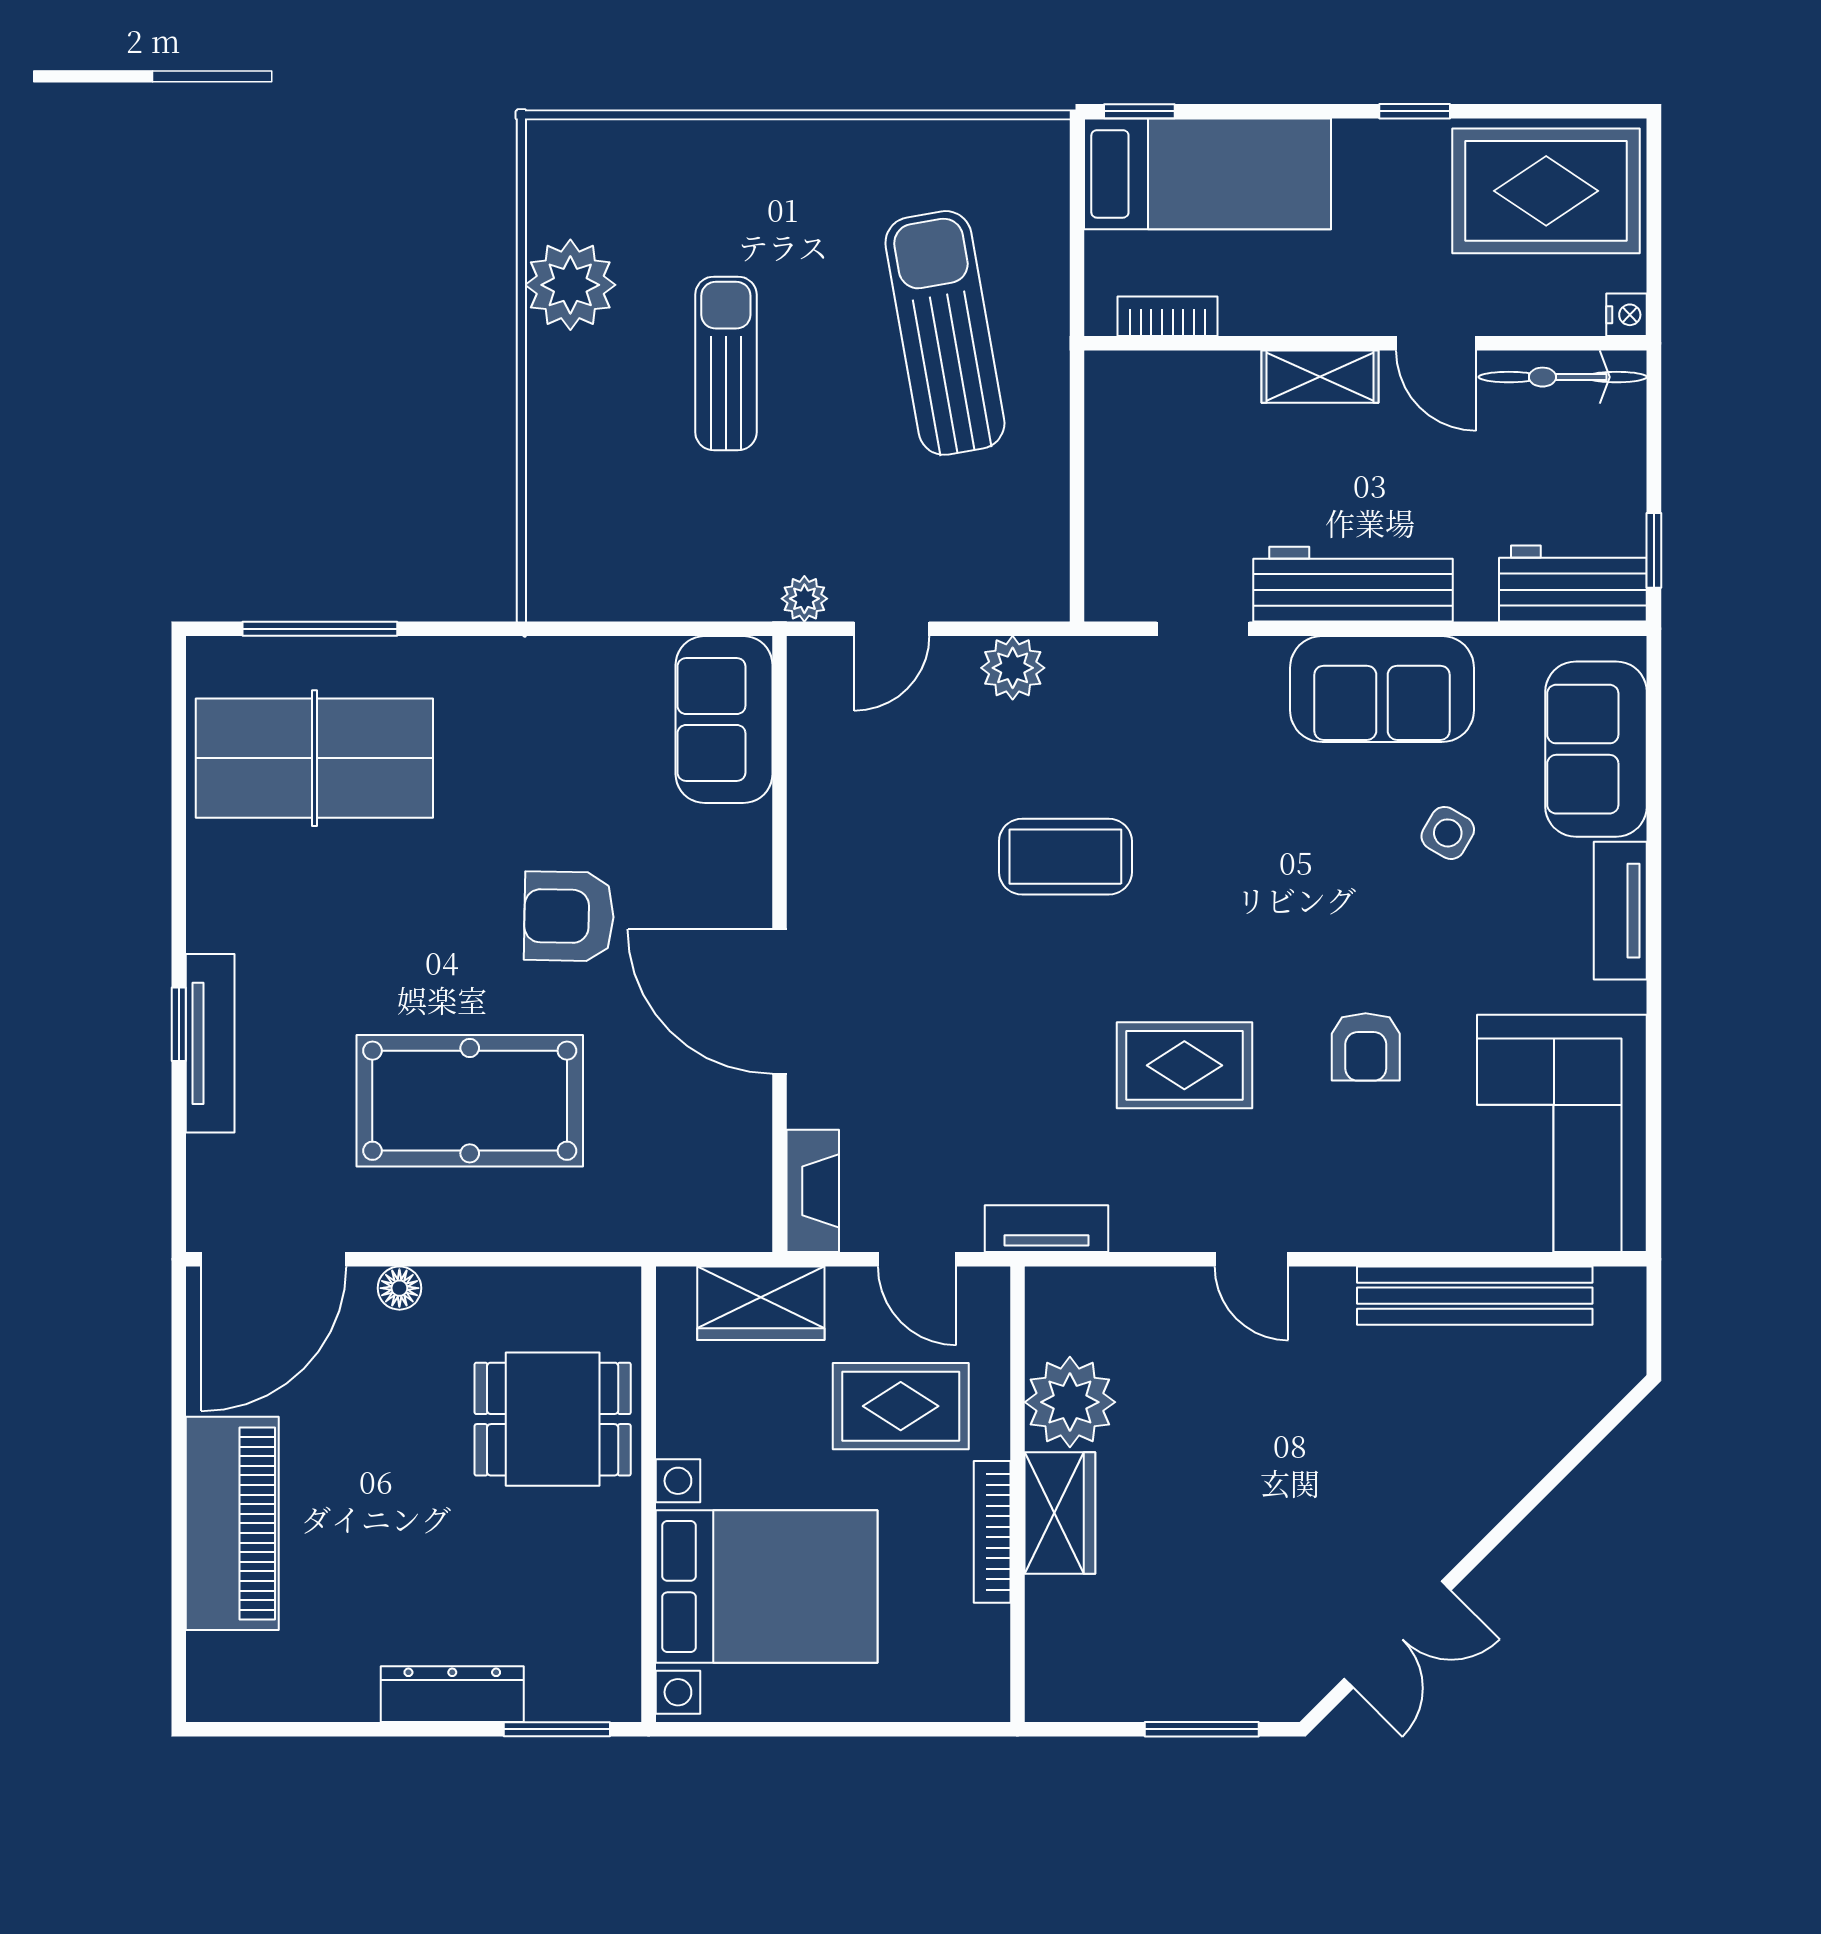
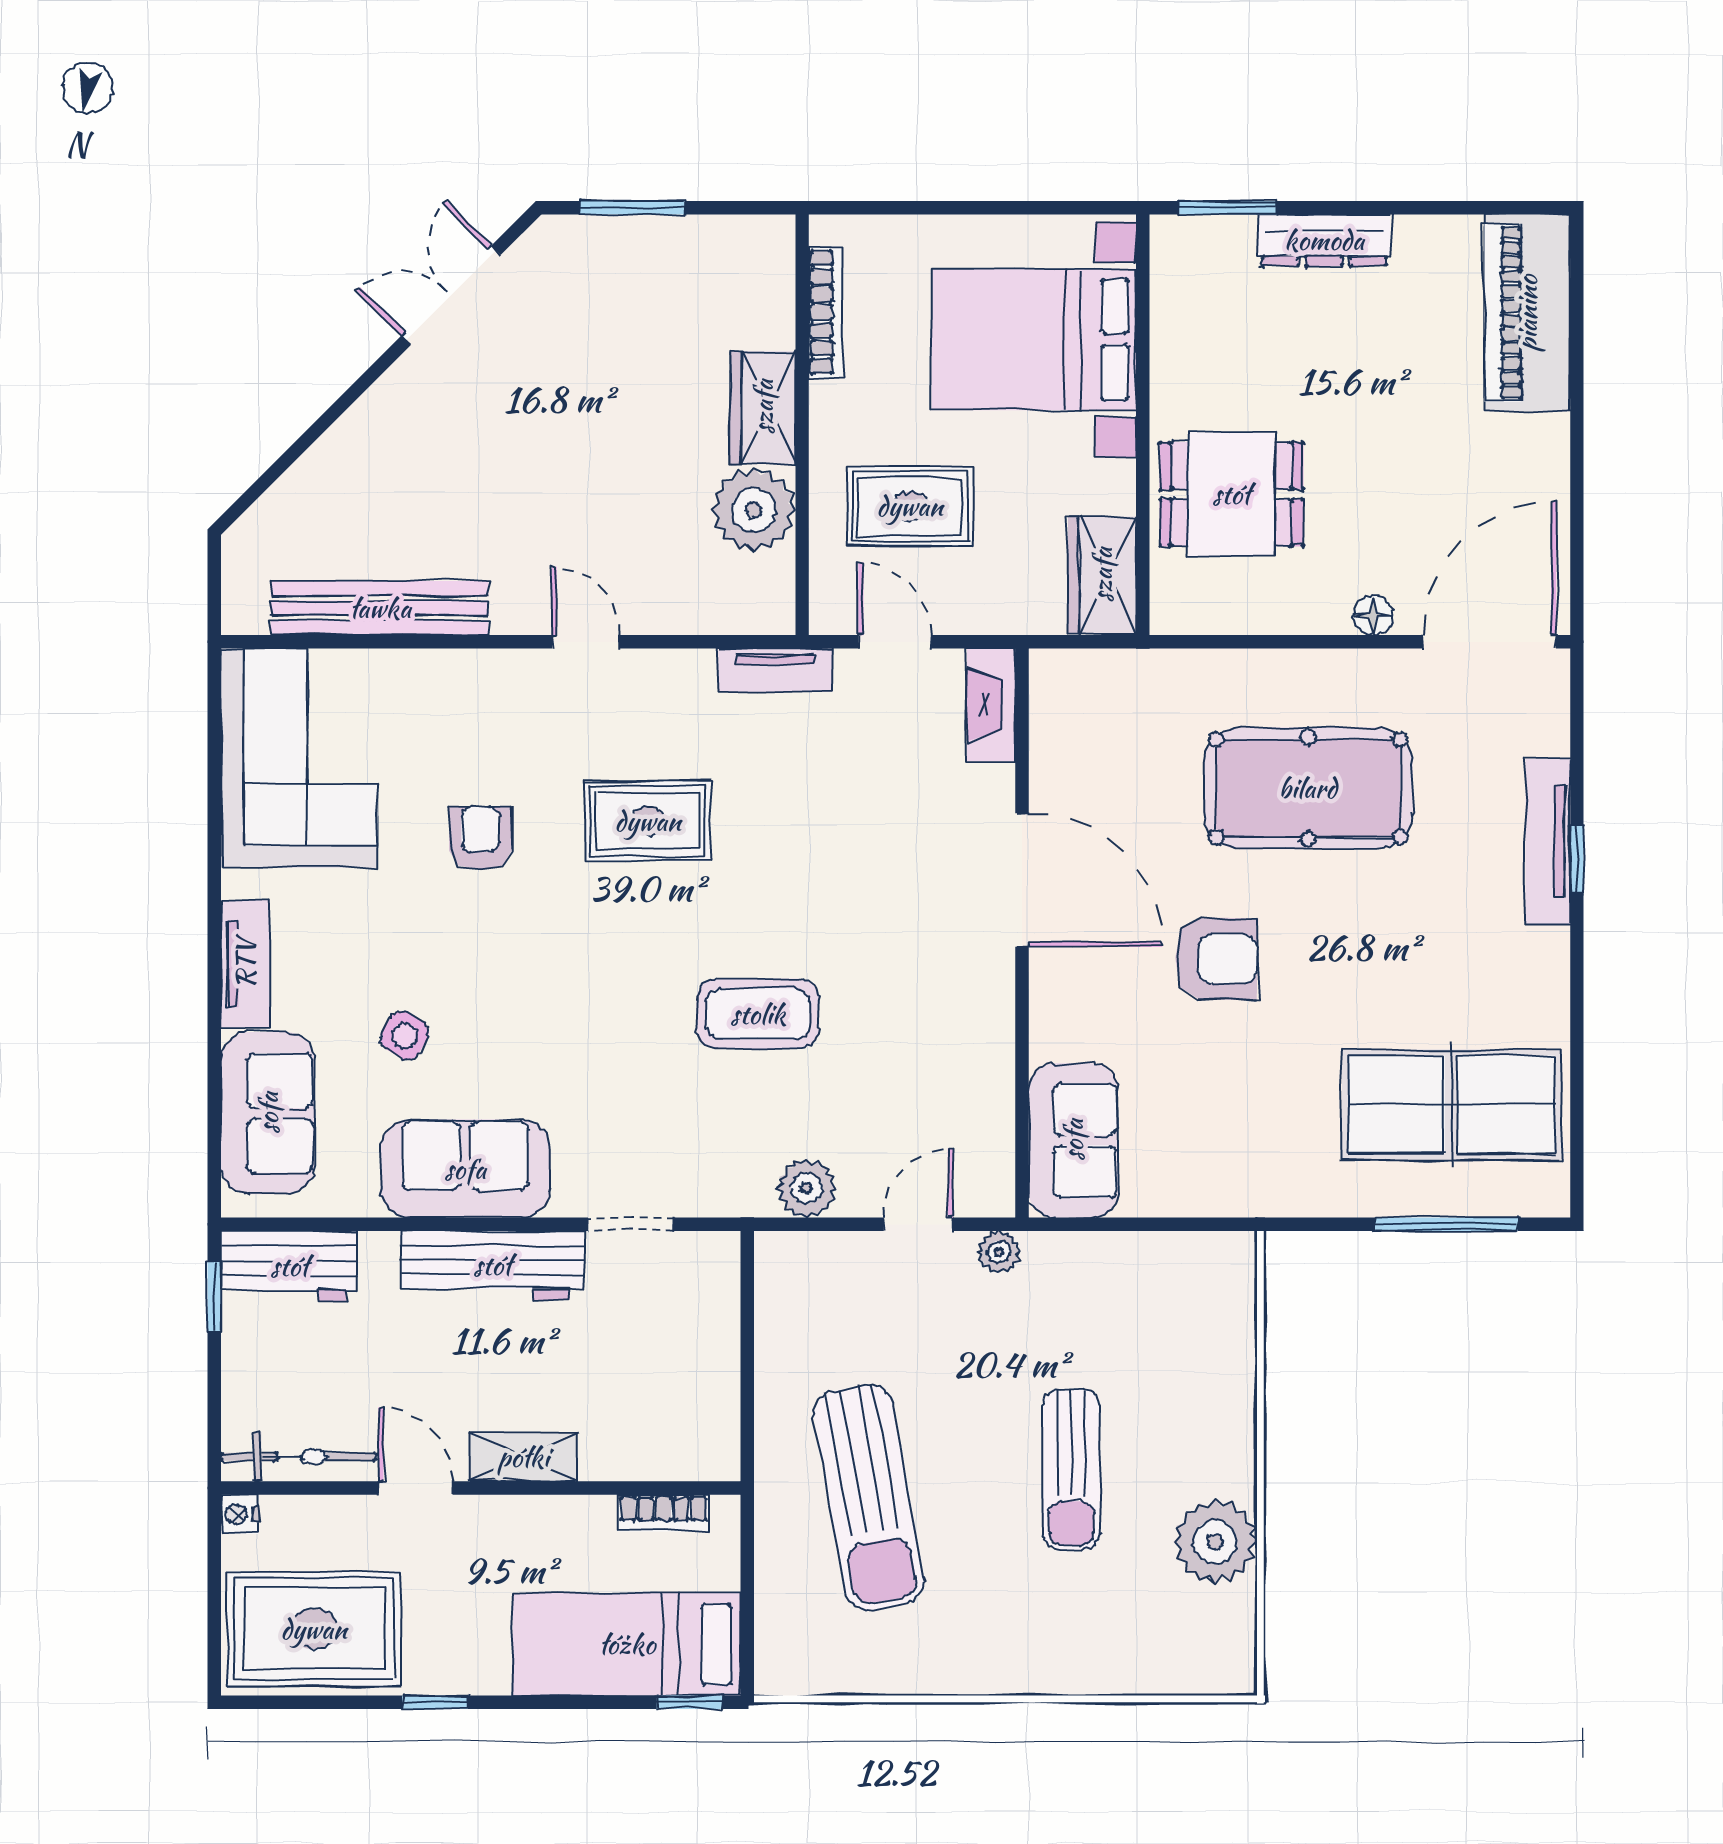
wardrobe: (761, 1303) -> (1102, 575), moved, turned -90
piano: (232, 1523) -> (1527, 313), moved
bookcase: (992, 1532) -> (826, 312), moved

